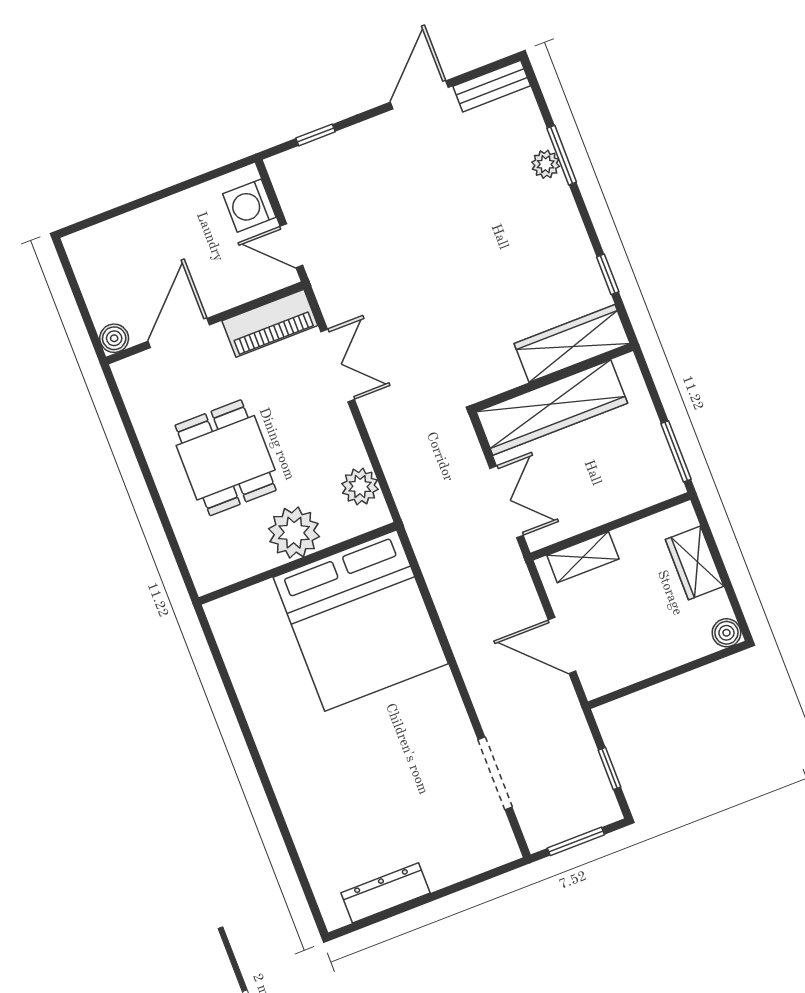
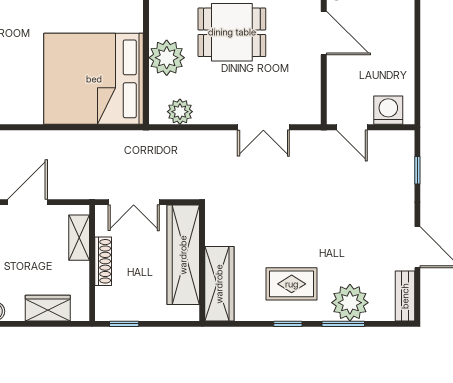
plant: (546, 164) -> (350, 303), width x1.88, depth x1.88
door: (291, 246) -> (352, 127), swing flipped
rug: (535, 246) -> (292, 284), added
window: (608, 274) -> (288, 324), moved
piano: (270, 323) -> (307, 94), removed
window: (676, 451) -> (124, 324), width x0.67
shoe rack: (602, 512) -> (103, 261), added

